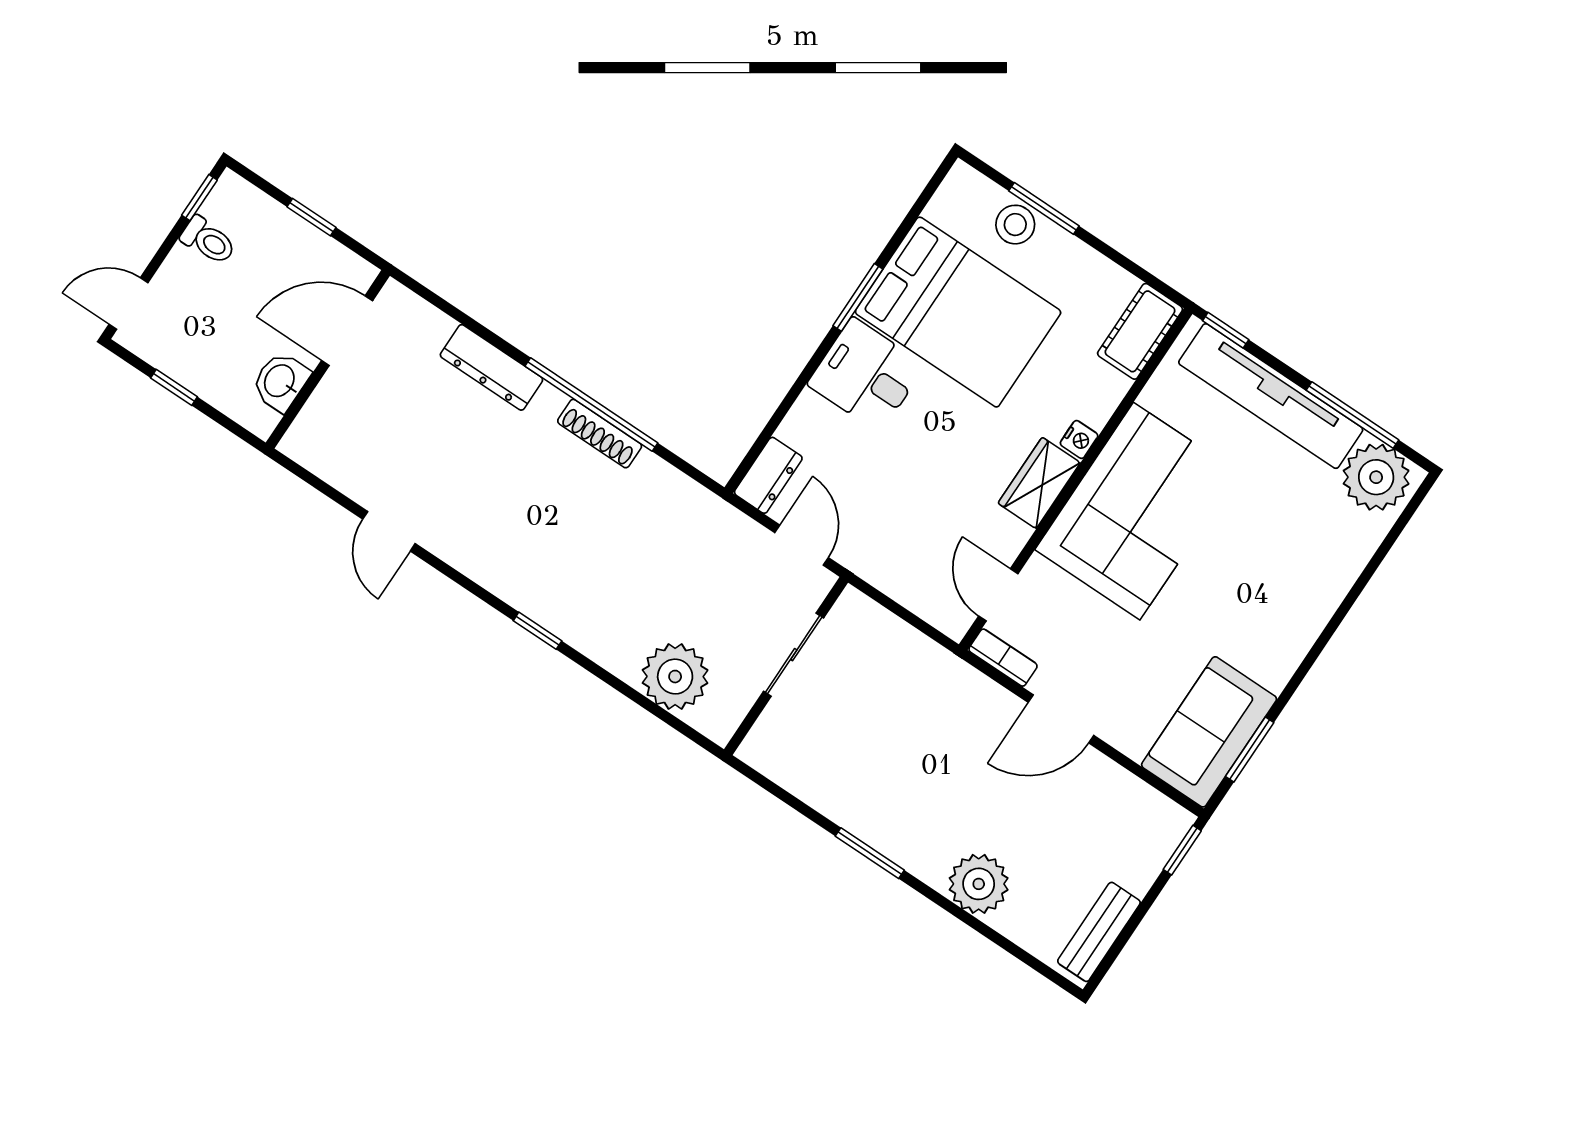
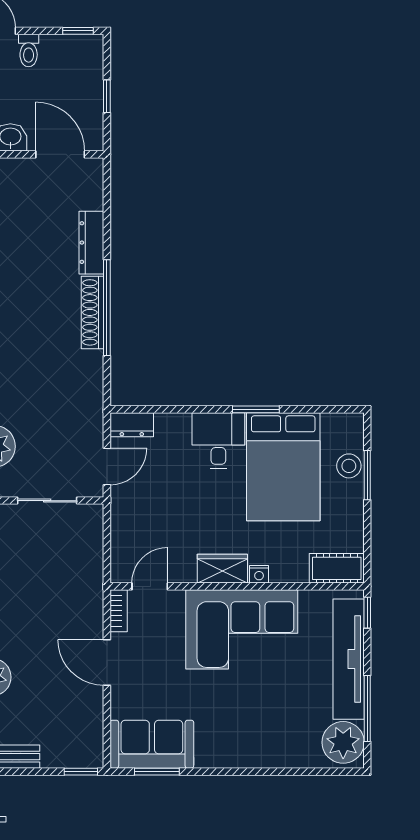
toilet: (208, 241) -> (29, 50), moved
shoe rack: (600, 434) -> (93, 312), width x1.36, depth x1.24

